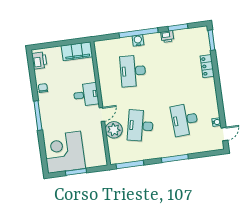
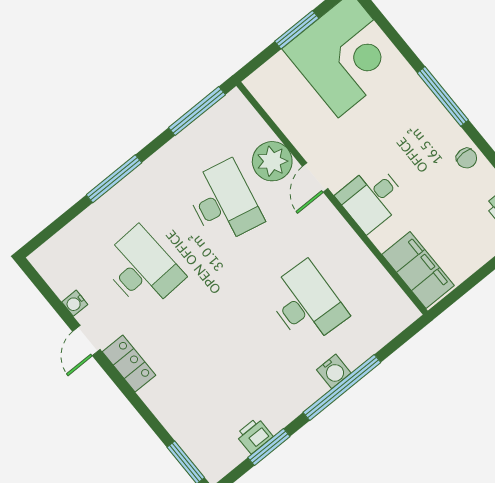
printer: (167, 37) -> (254, 436), moved
filing cabinet: (77, 51) -> (418, 270), moved, turned 90
locker: (207, 66) -> (129, 364), moved
door: (224, 134) -> (86, 341), moved

